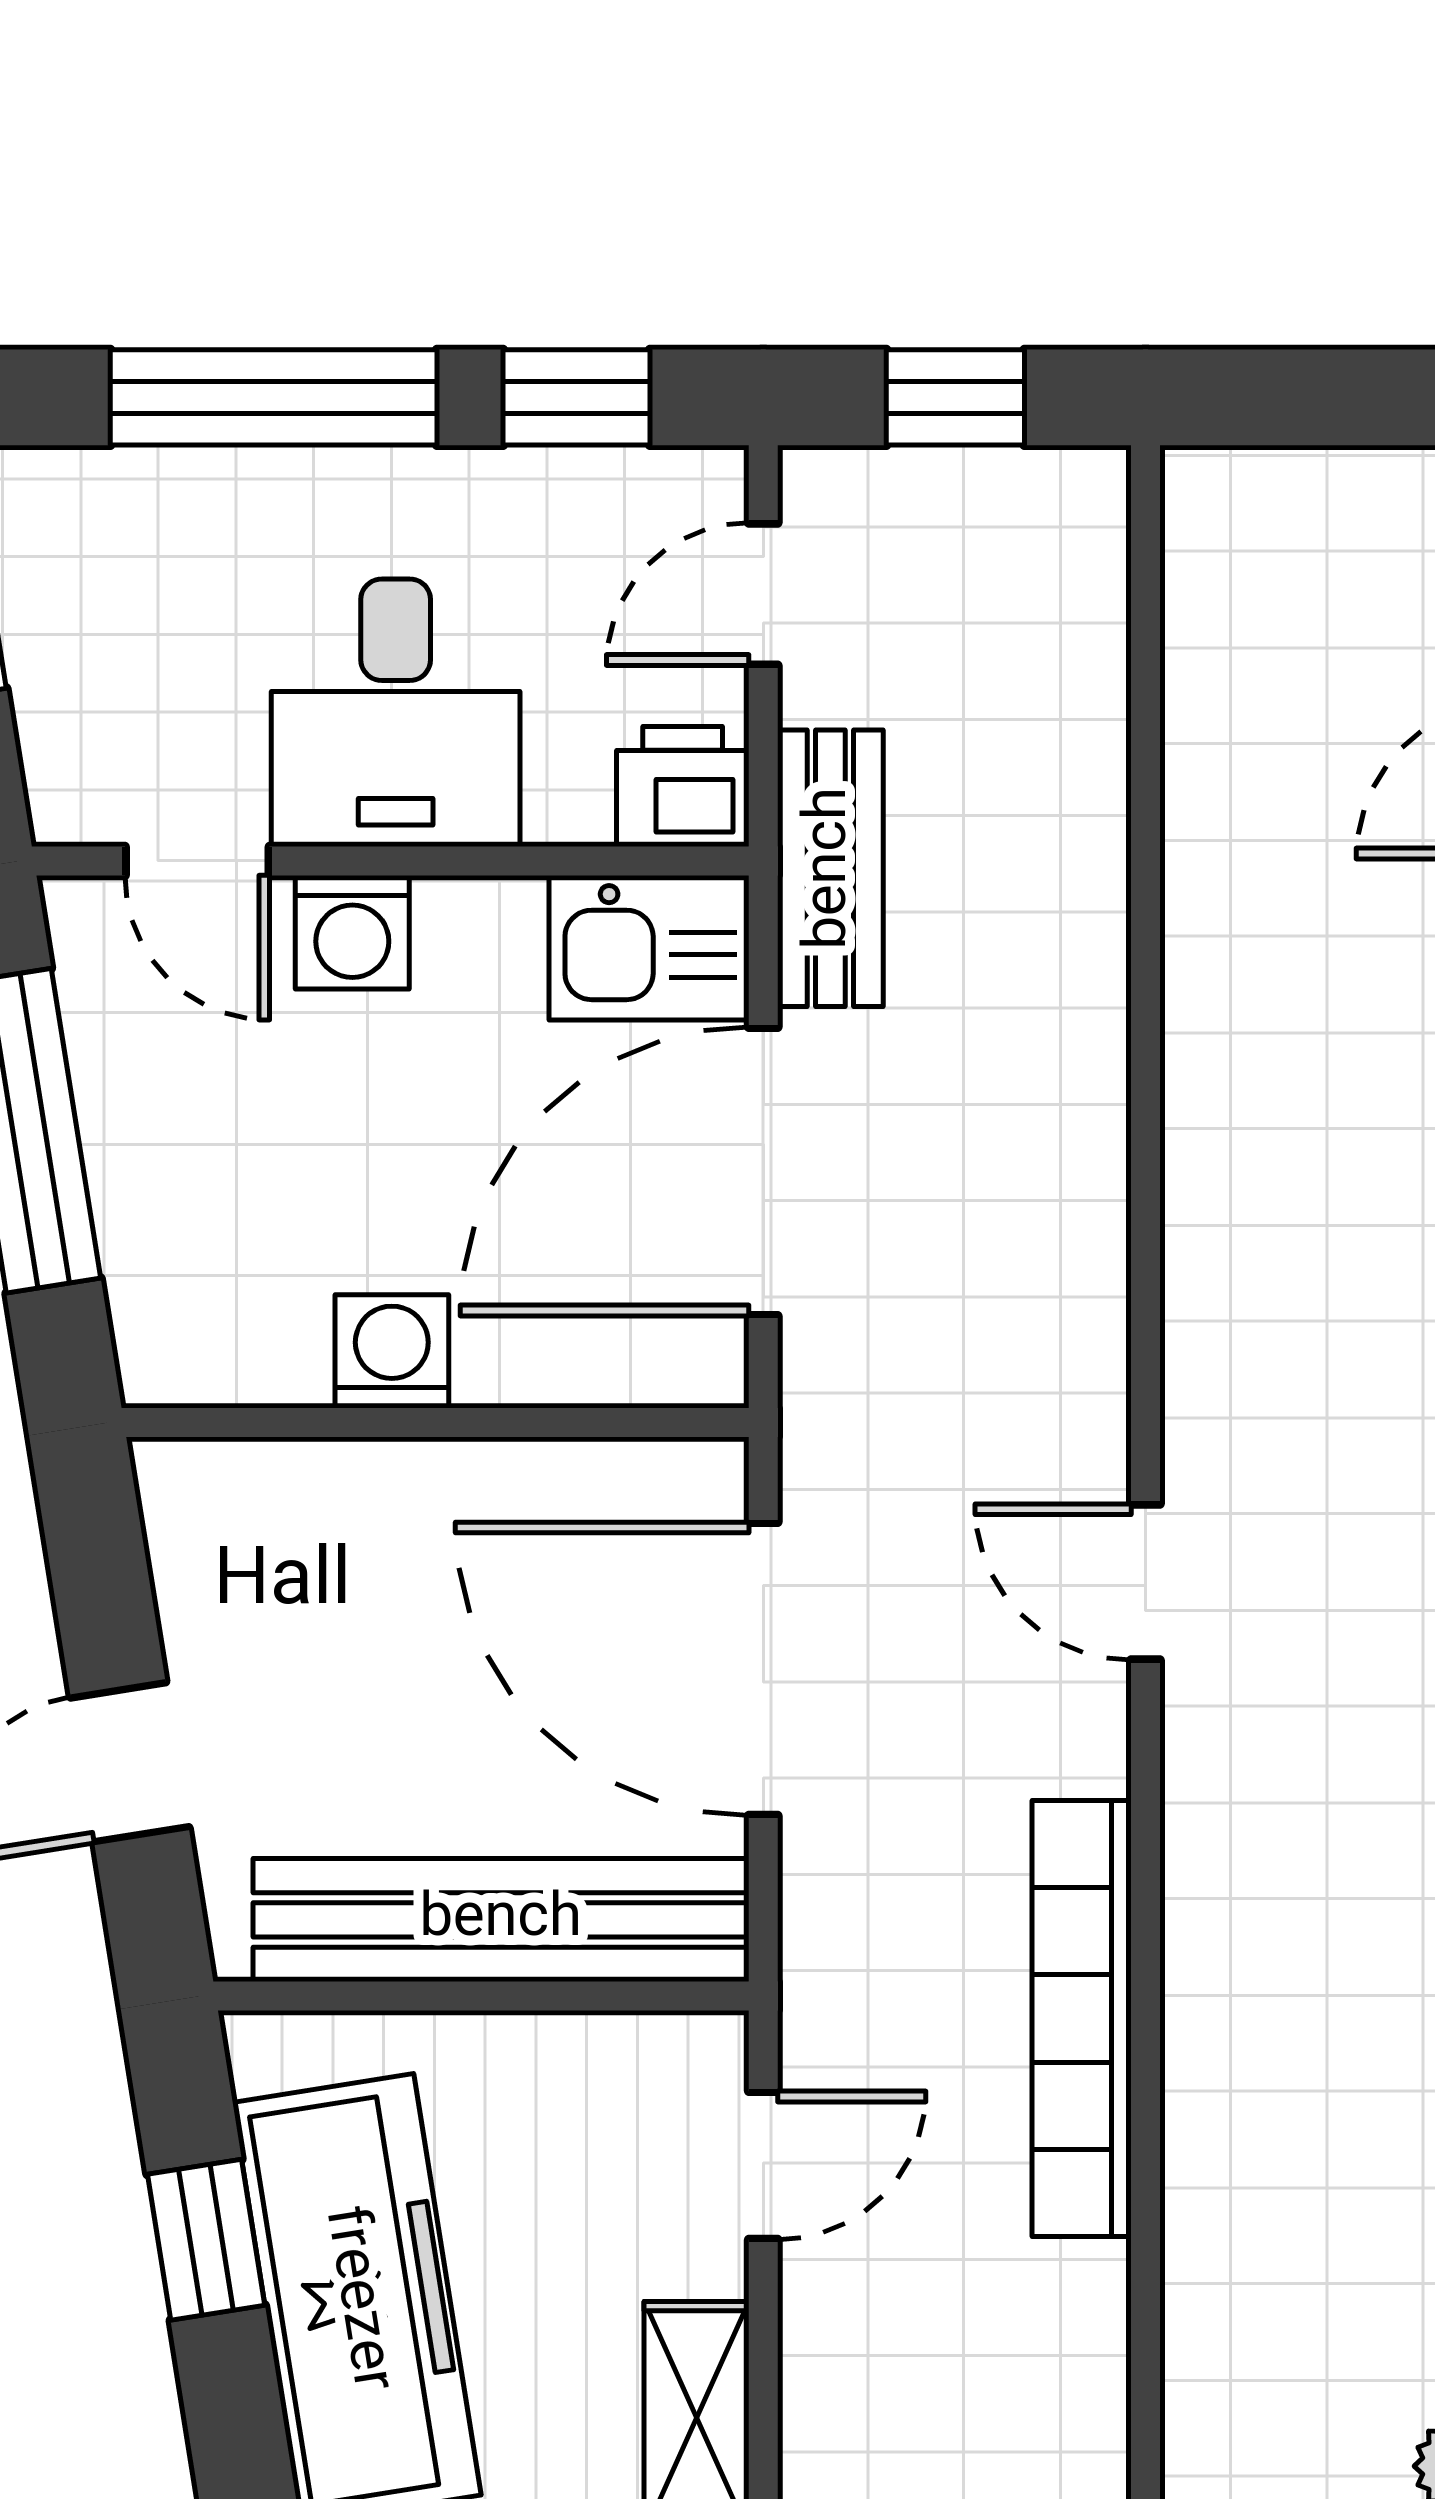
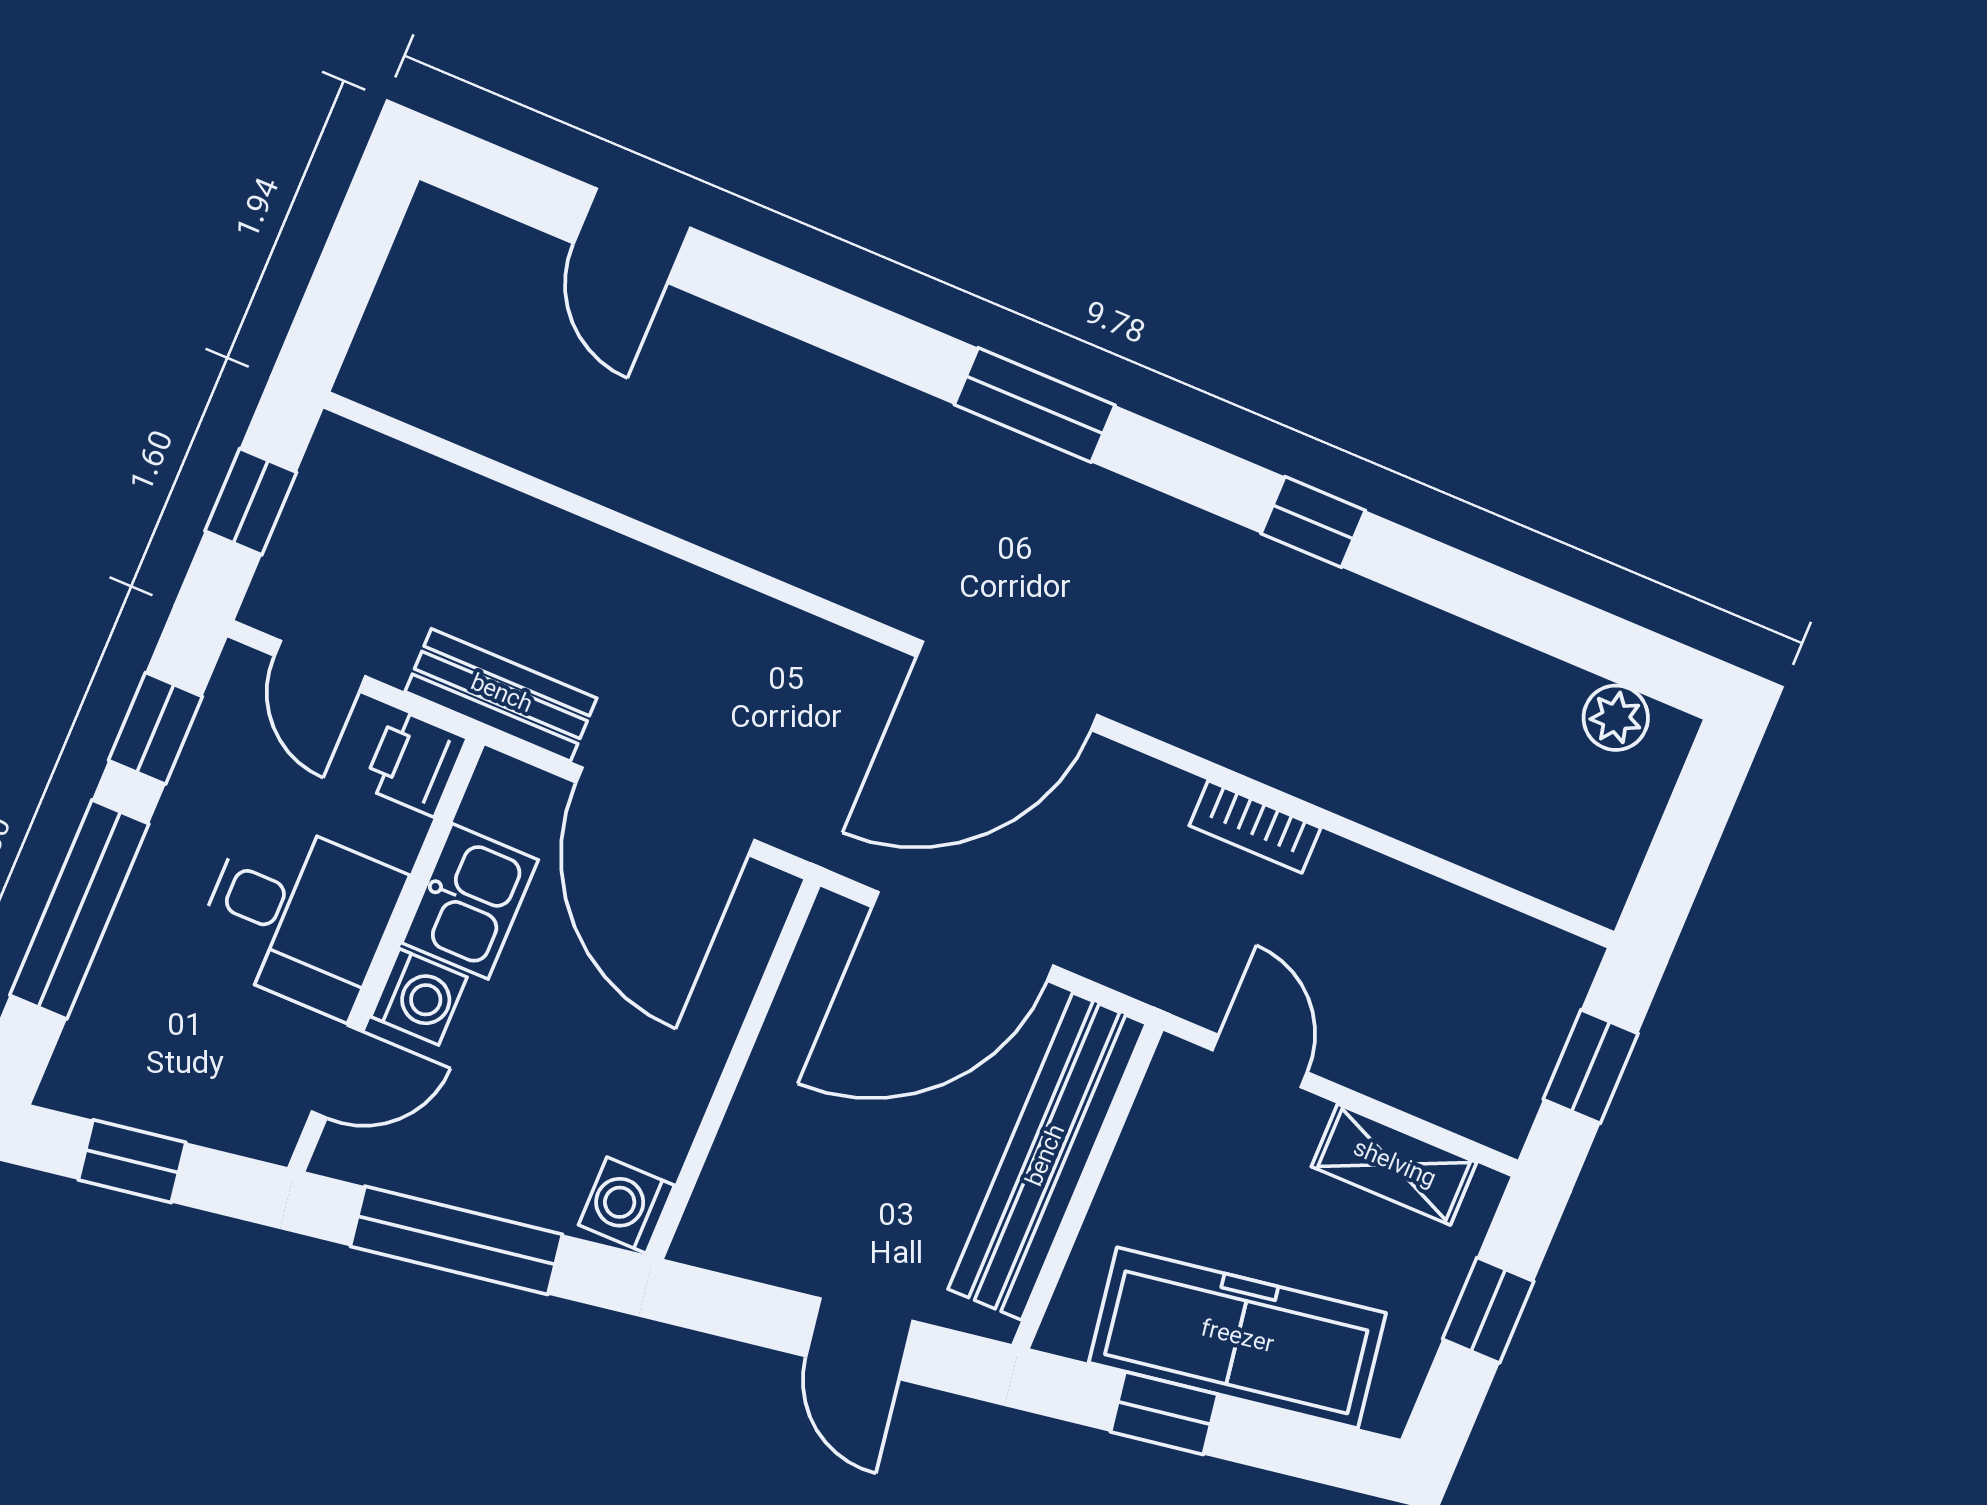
kitchen sink: (649, 948) -> (470, 901), moved
washing machine: (392, 1351) -> (626, 1205), moved
door: (1145, 1582) -> (1007, 686), width x1.88
bookcase: (1082, 2019) -> (1255, 827), width x0.43, depth x0.76

